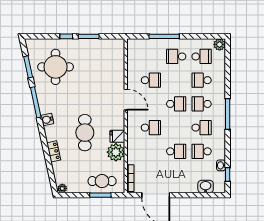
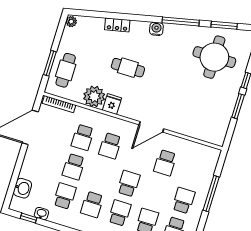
school desk: (176, 104) -> (129, 184), turned 180
cafe table: (85, 133) -> (128, 68), width x0.73, depth x0.74
school desk: (151, 151) -> (83, 137), added

